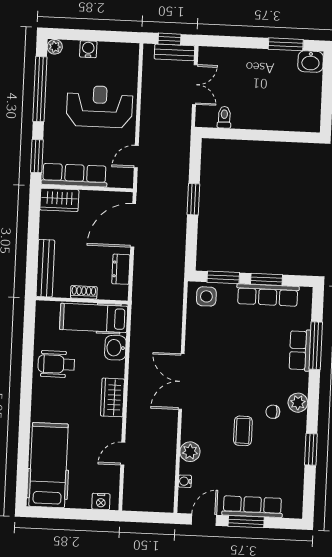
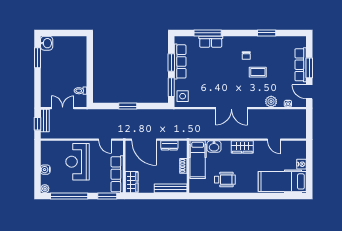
wheelchair: (56, 364) -> (225, 180), turned -90
plant: (298, 403) -> (240, 42), removed
nightstand: (101, 501) -> (302, 164), moved

